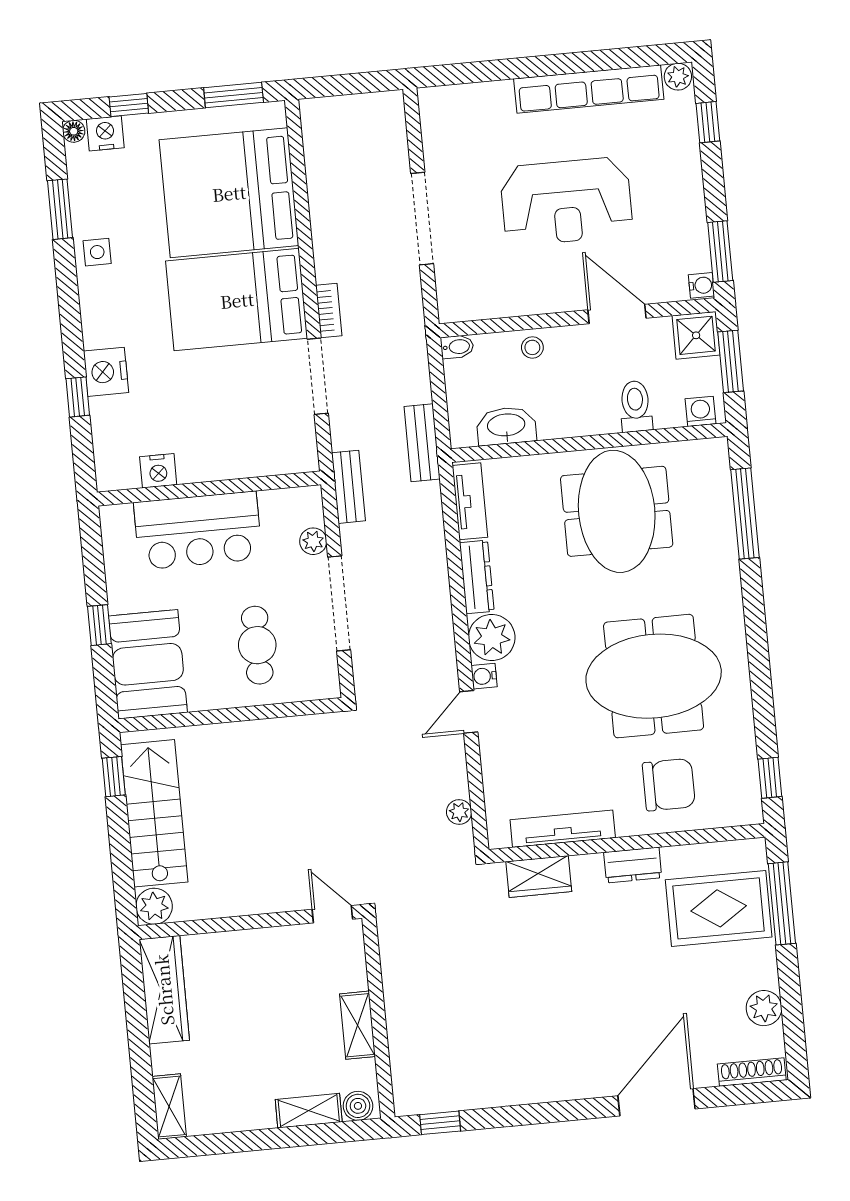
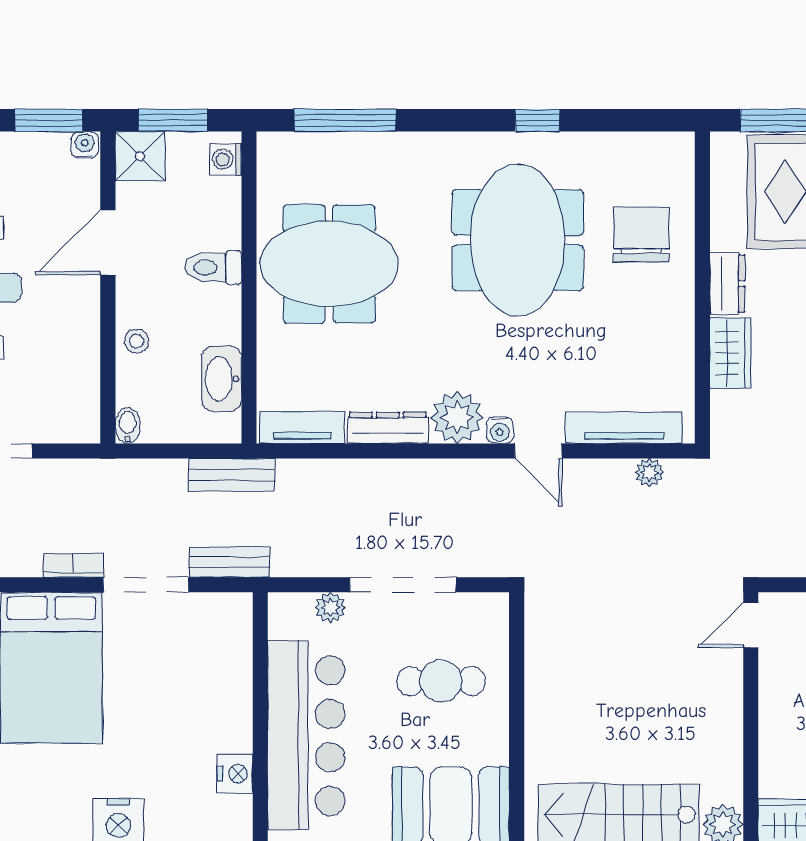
toilet: (636, 406) -> (213, 268), moved
bench: (348, 487) -> (229, 562), moved
bar counter: (198, 531) -> (306, 736), width x1.36
window: (770, 778) -> (537, 120), moved
tv unit: (563, 829) -> (624, 428), moved, turned 90
wardrobe: (539, 877) -> (730, 353), moved

